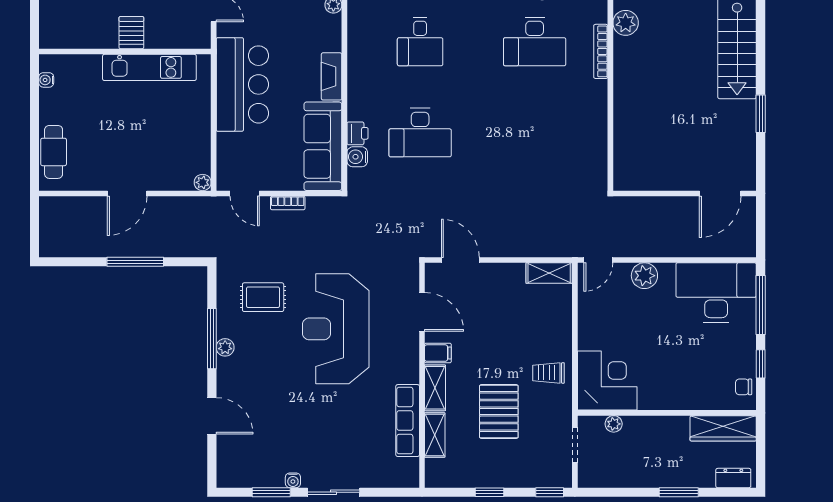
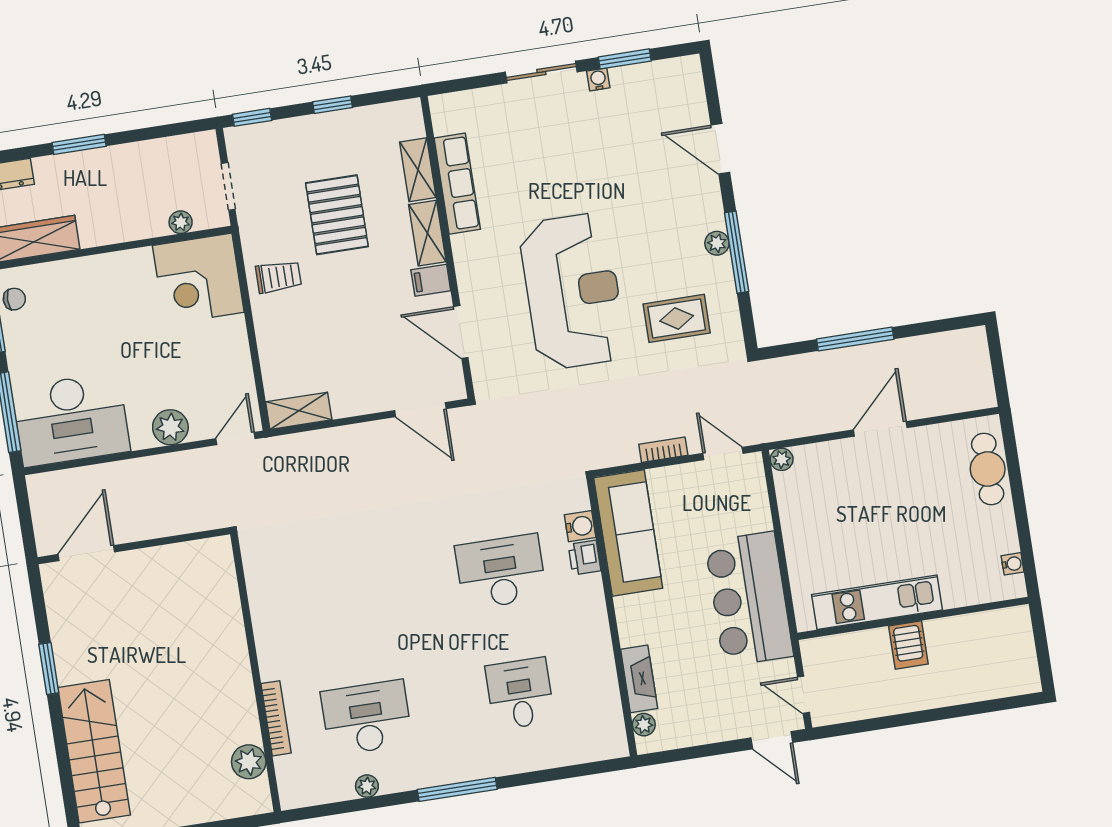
fireplace: (332, 76) -> (639, 679), moved

